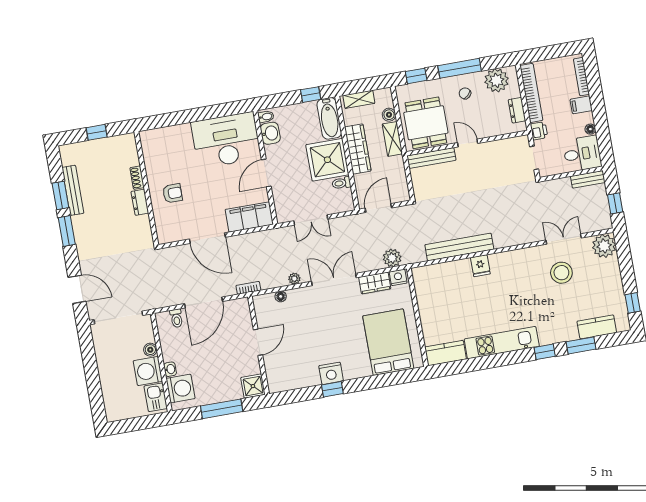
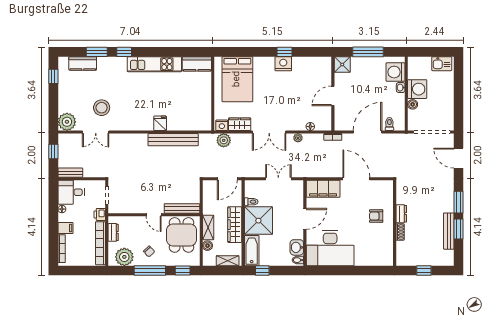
kitchen sink: (156, 397) -> (442, 64), moved, turned 90

